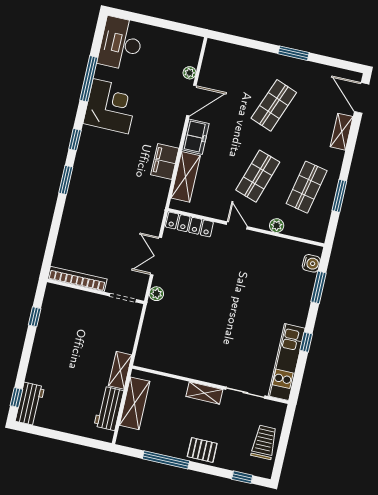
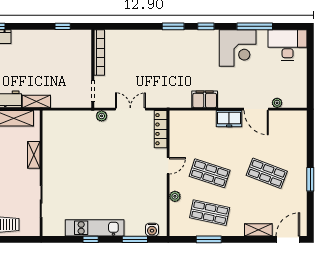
shelving: (186, 177) -> (196, 118), removed
kitchen unit: (287, 362) -> (95, 228), moved
shelving: (204, 393) -> (34, 155), moved

